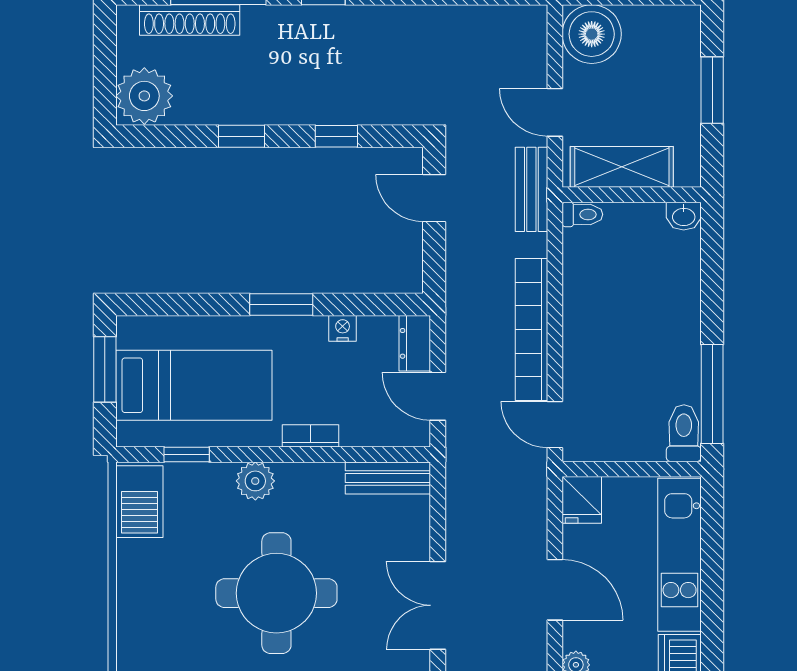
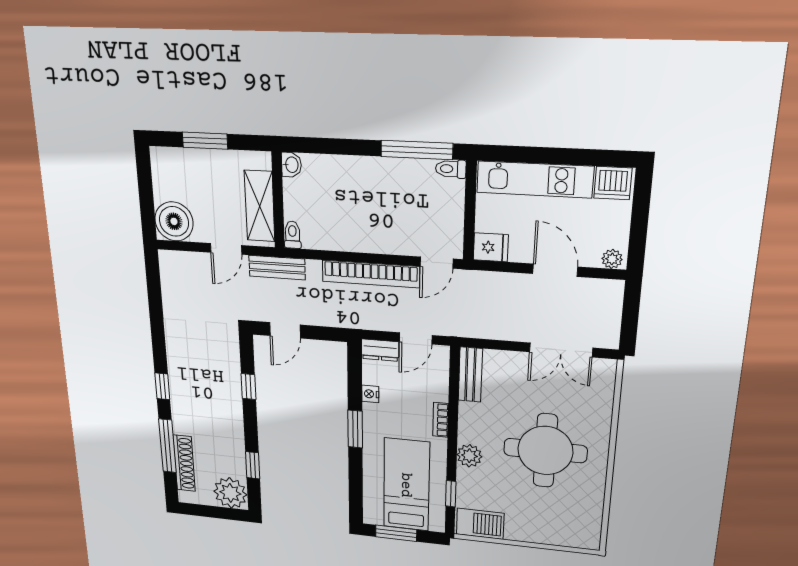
window: (241, 136) -> (253, 465), moved
toilet: (684, 433) -> (451, 169), width x0.73, depth x0.72
door: (555, 590) -> (555, 270), hinge flipped

